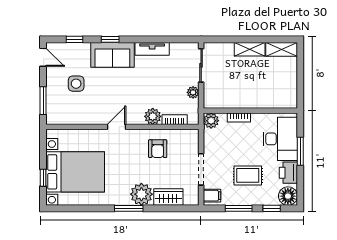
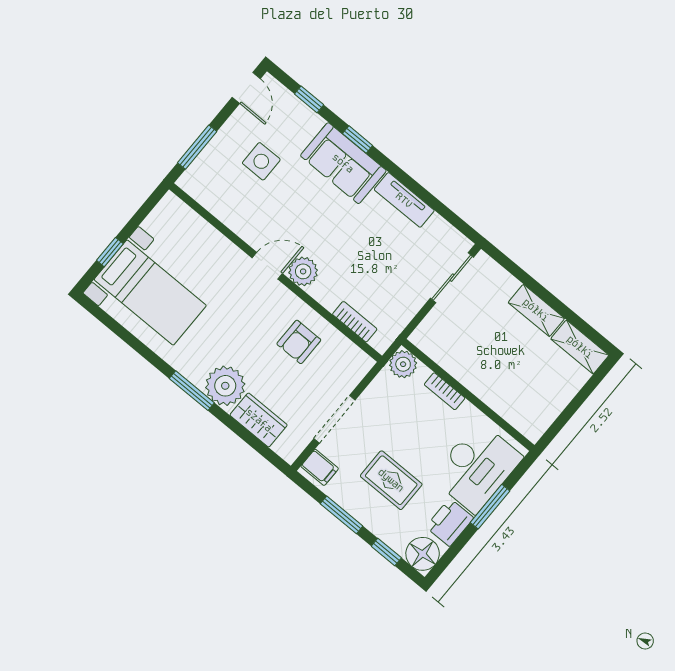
plant: (193, 92) -> (410, 305), removed
plant: (153, 116) -> (303, 271), moved
bed with nightstands: (75, 172) -> (150, 293), width x0.73

